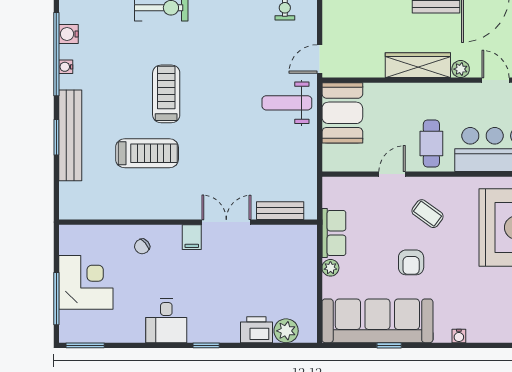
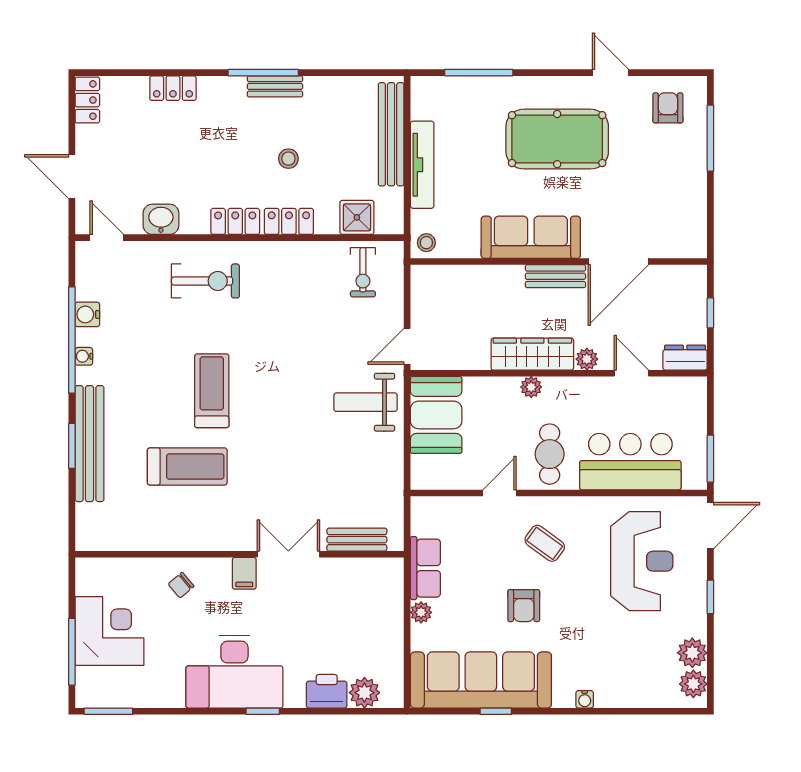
plant: (417, 91) -> (531, 387), added
desk: (166, 321) -> (234, 672), width x1.87, depth x1.30

